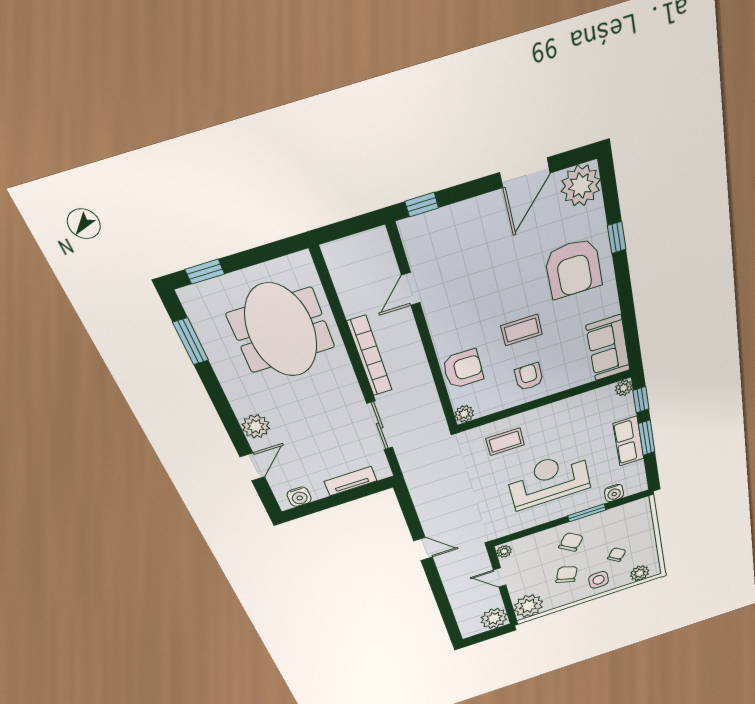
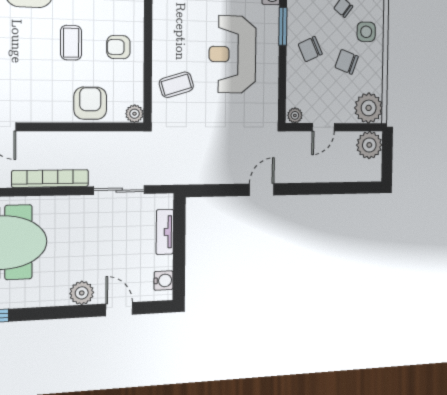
coffee table: (505, 442) -> (176, 85), turned 73
chair: (571, 542) -> (310, 49), turned -61

